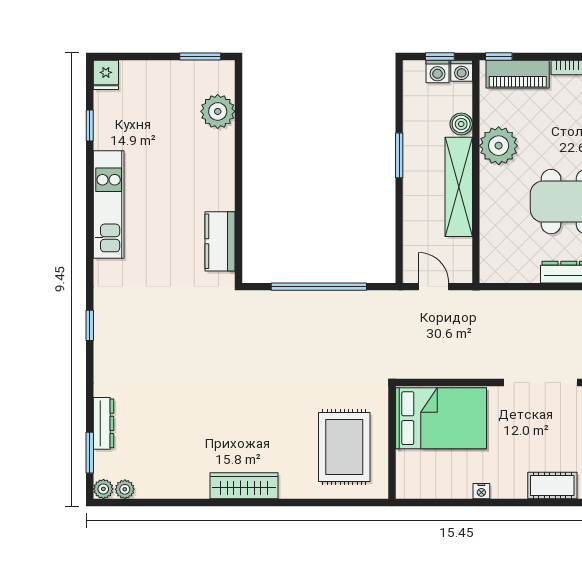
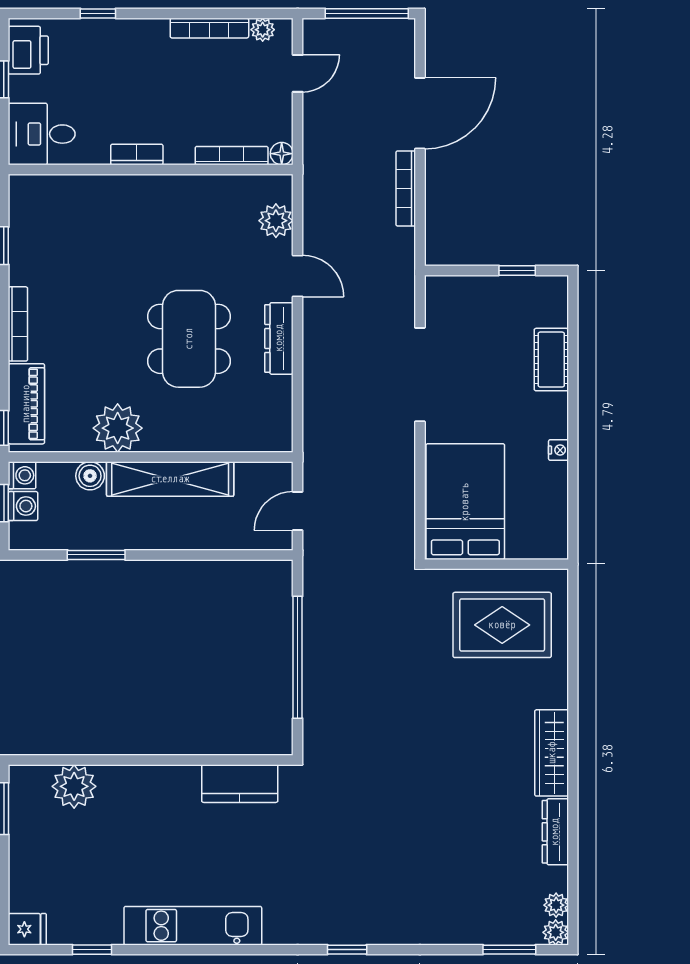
window: (399, 155) -> (96, 555), moved
dresser: (104, 423) -> (555, 832), moved, turned -90

